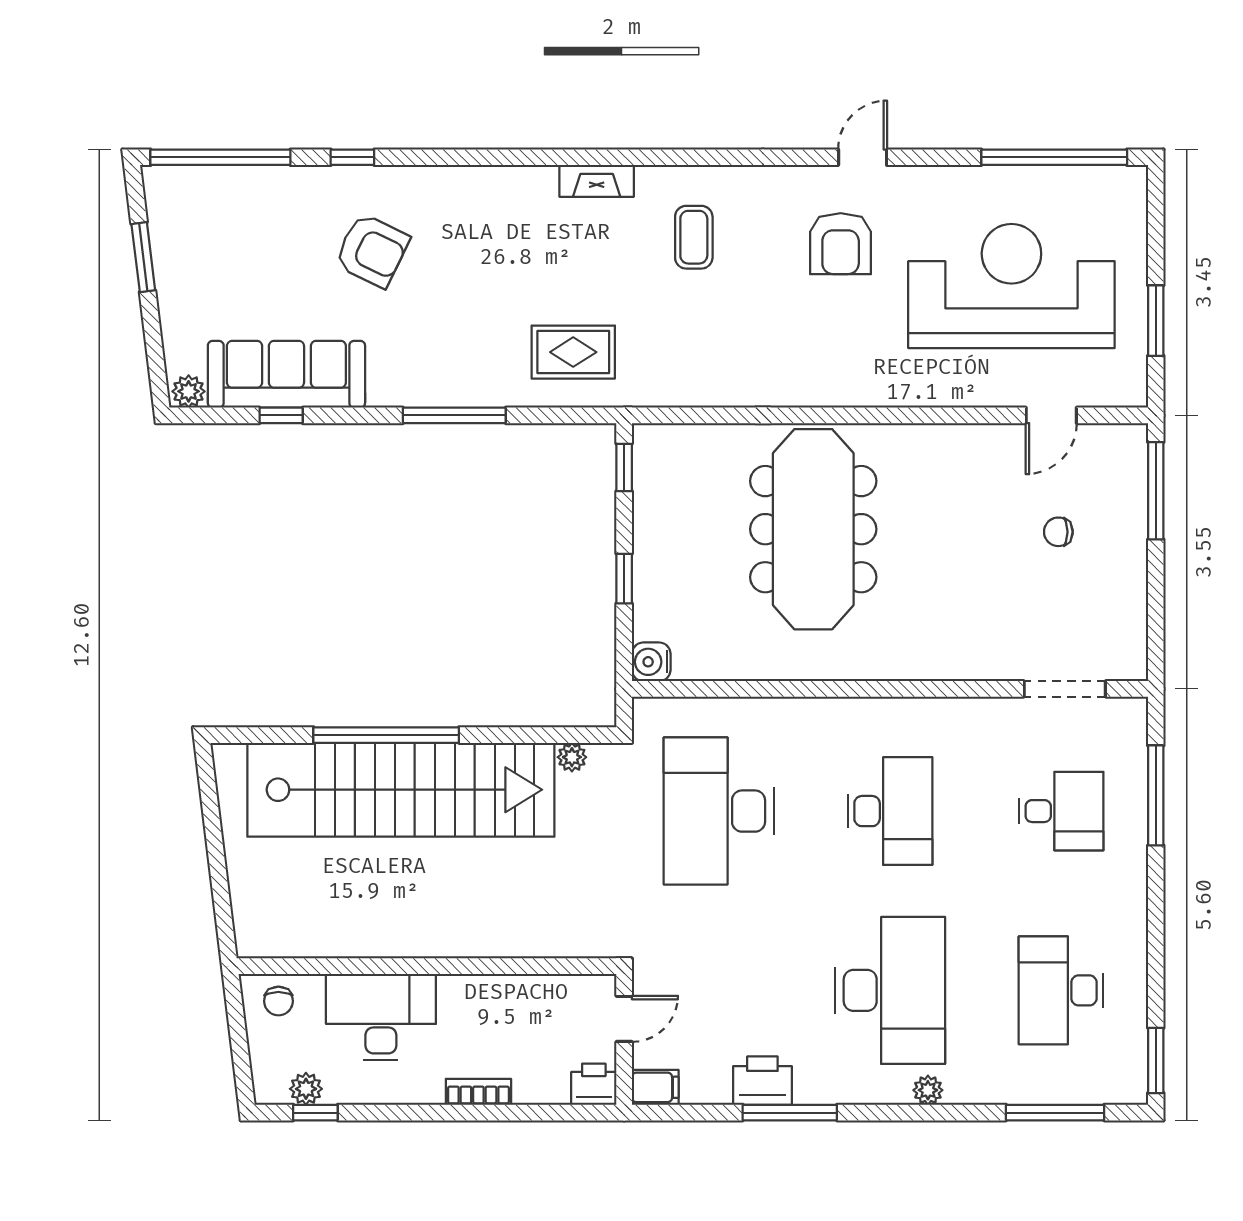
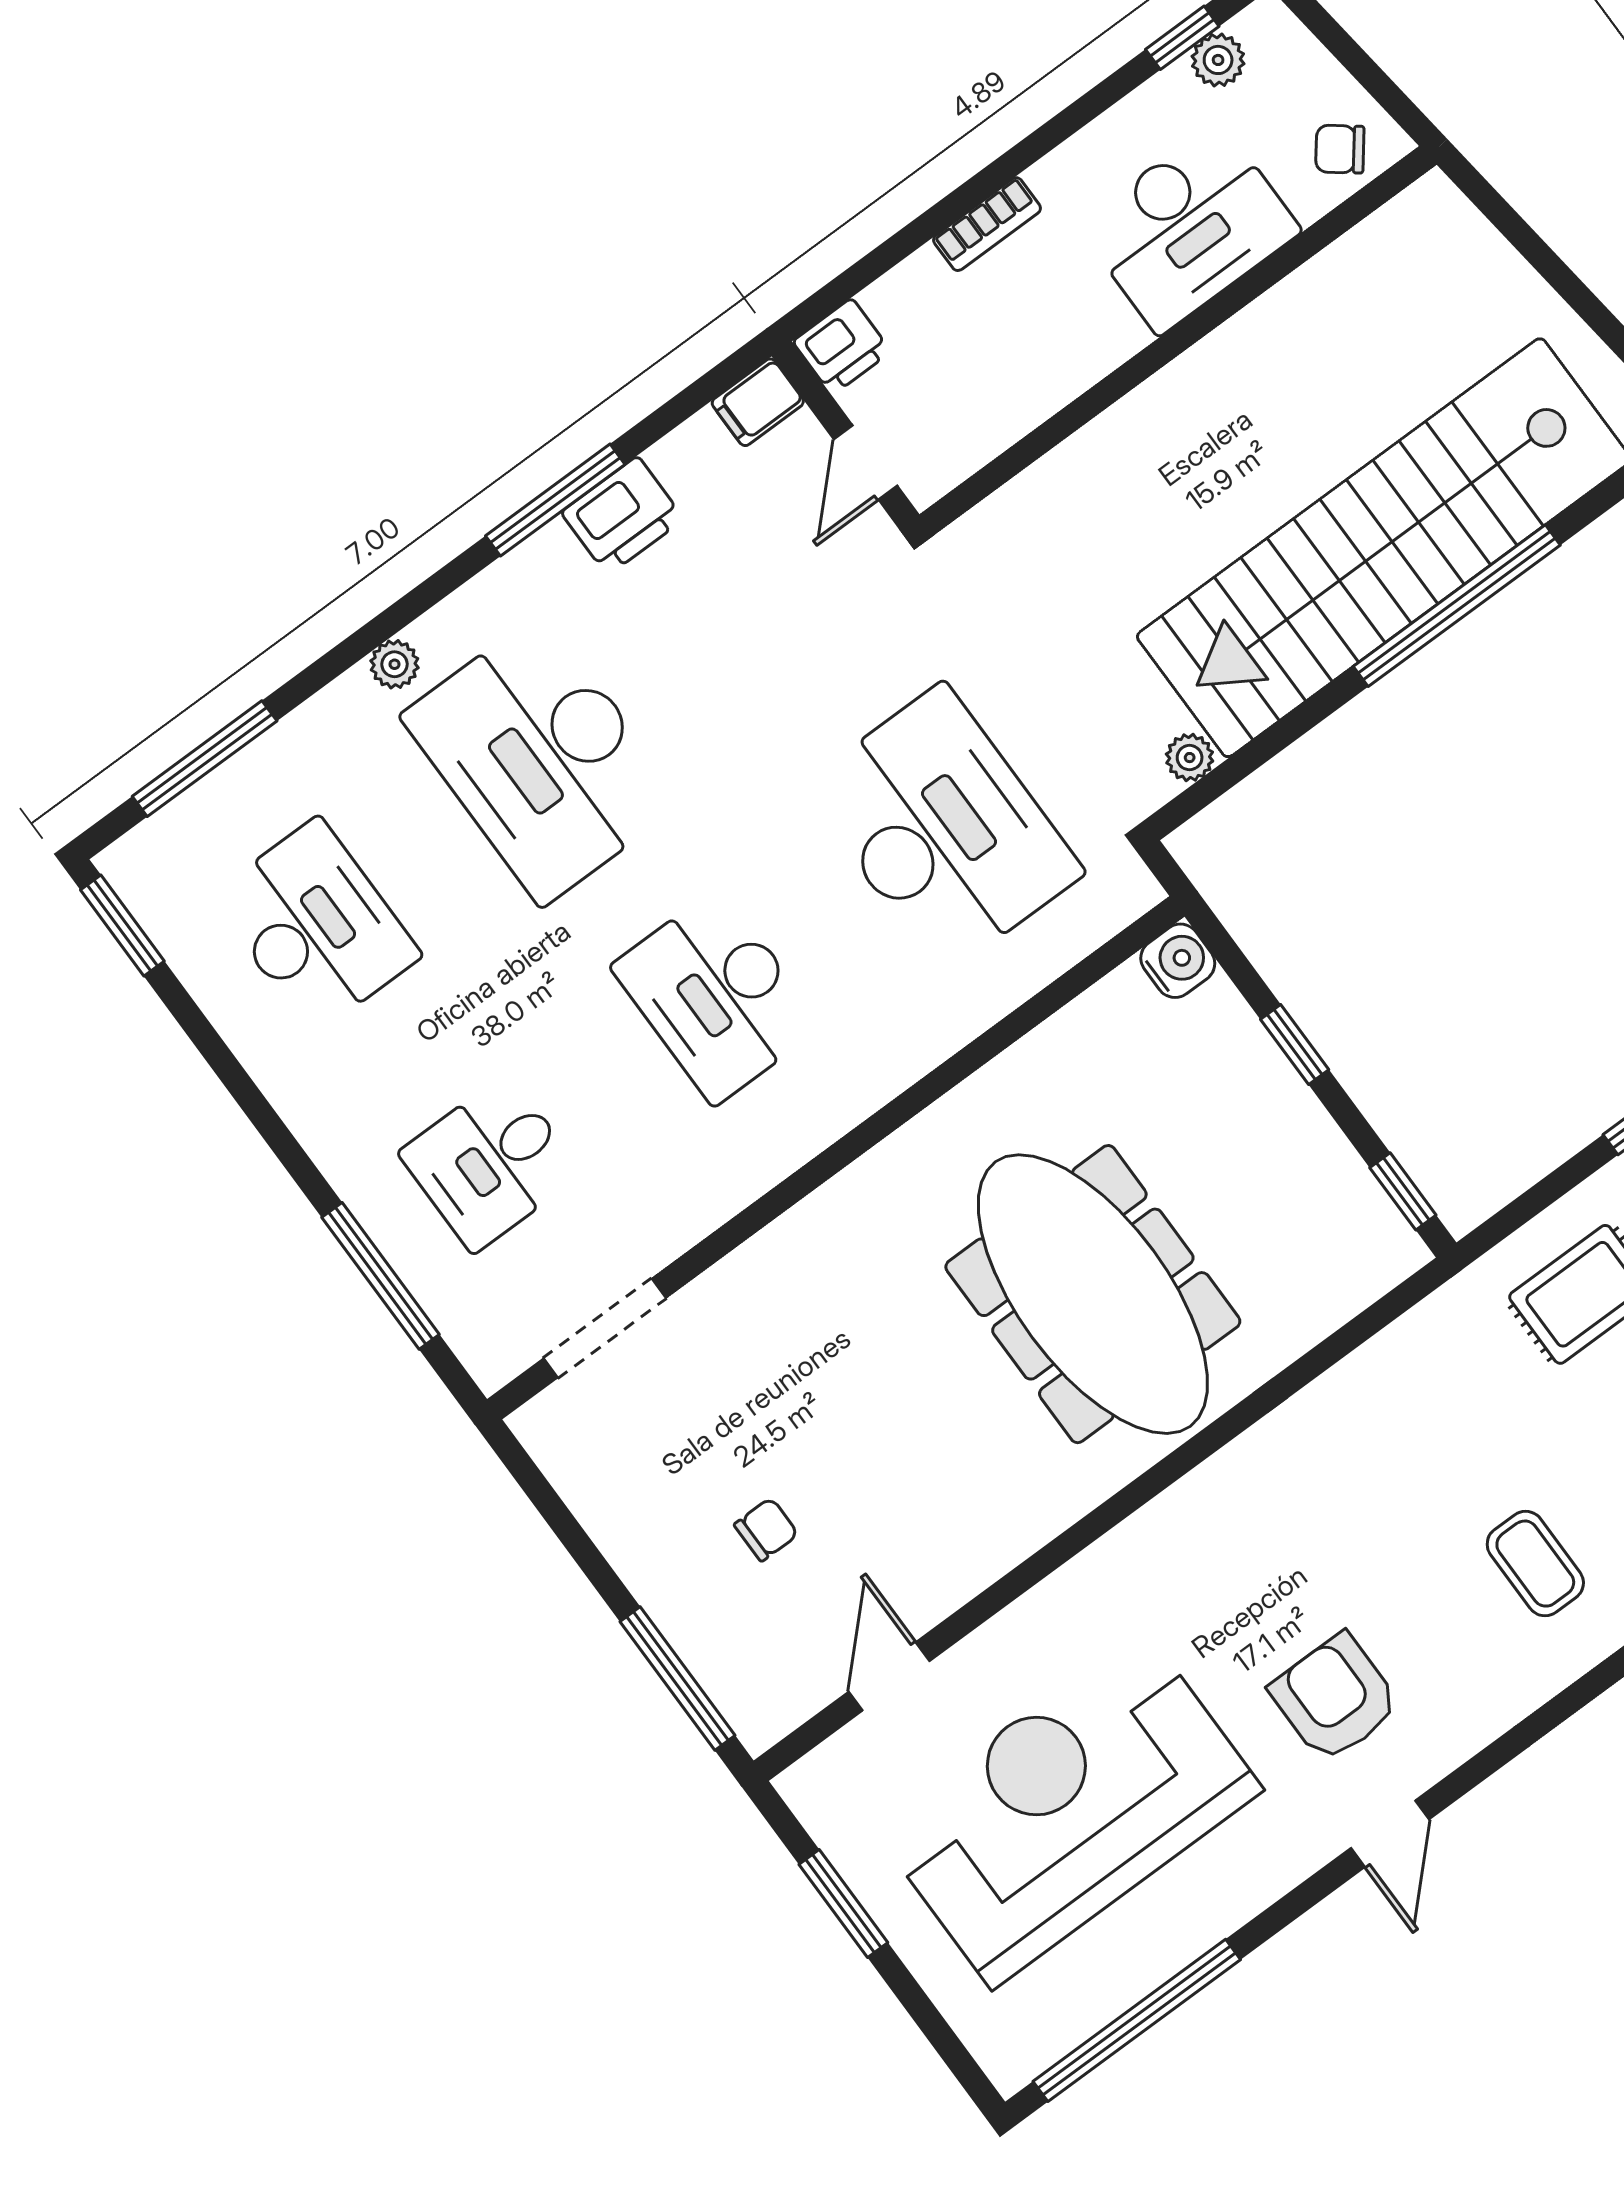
reception desk: (1011, 286) -> (1068, 1809), turned 180
chair: (278, 1001) -> (1340, 149), turned -52

